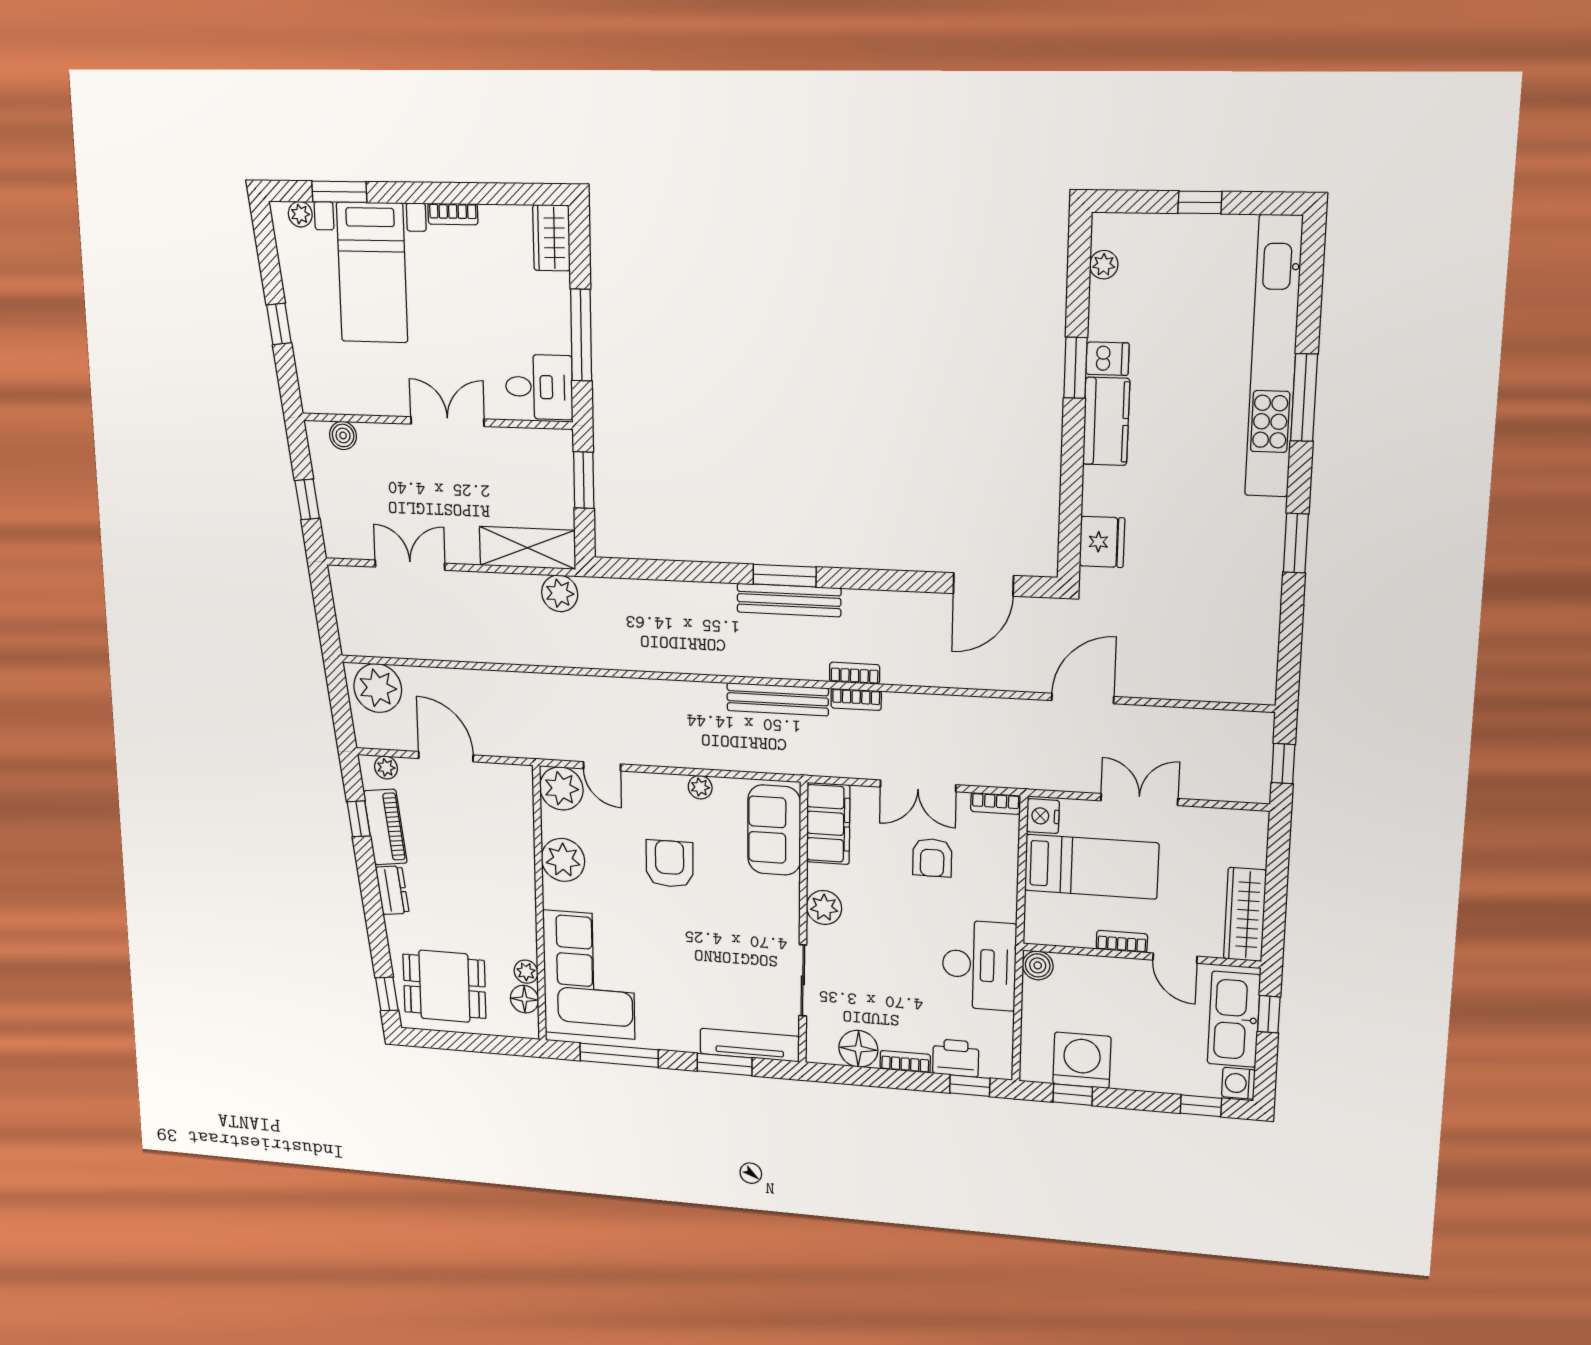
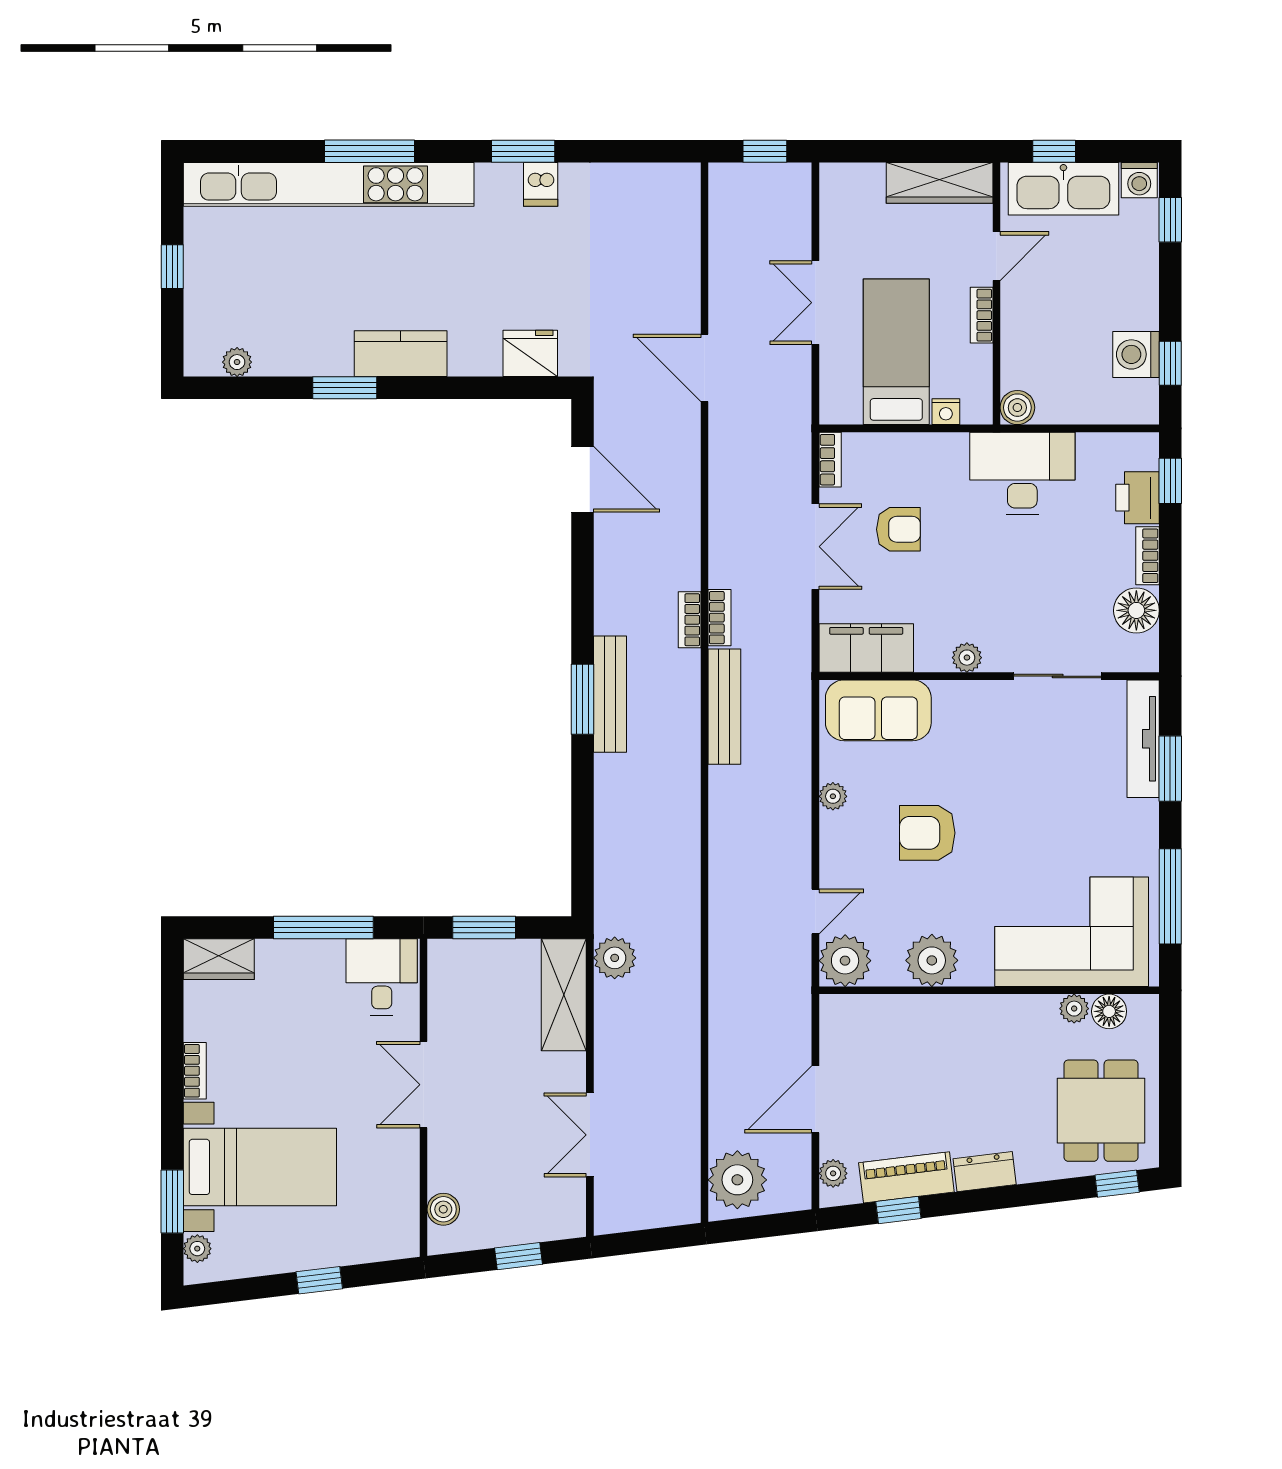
dishwasher: (1107, 359) -> (541, 184), moved, turned 180
nightstand: (1043, 816) -> (946, 412), moved, width x0.72, depth x0.74
plant: (824, 907) -> (967, 658), width x0.73, depth x0.73
washing machine: (1082, 1060) -> (1136, 354), width x0.73, depth x0.73

